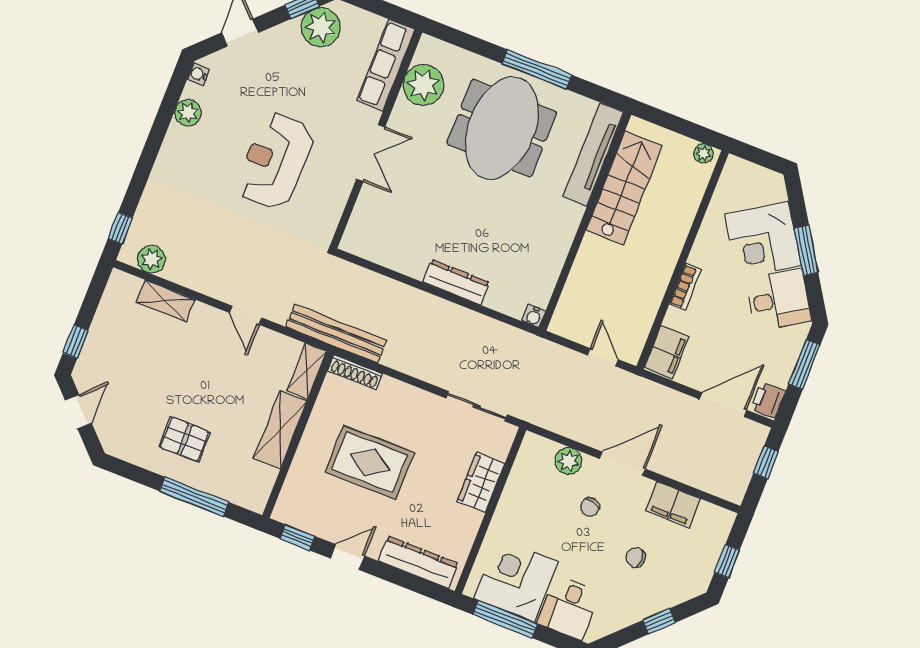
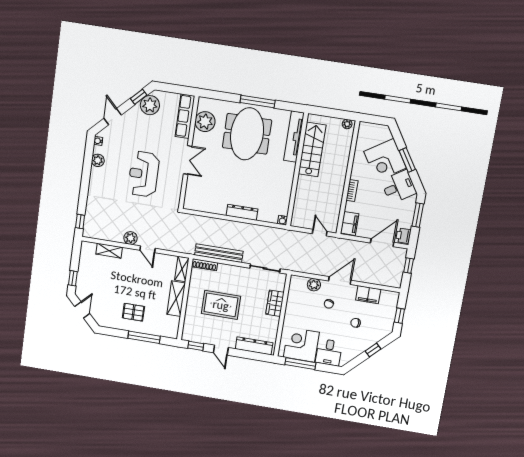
plant: (151, 259) -> (130, 238), moved
bench: (336, 334) -> (219, 253), moved
door: (347, 557) -> (221, 350), swing flipped

